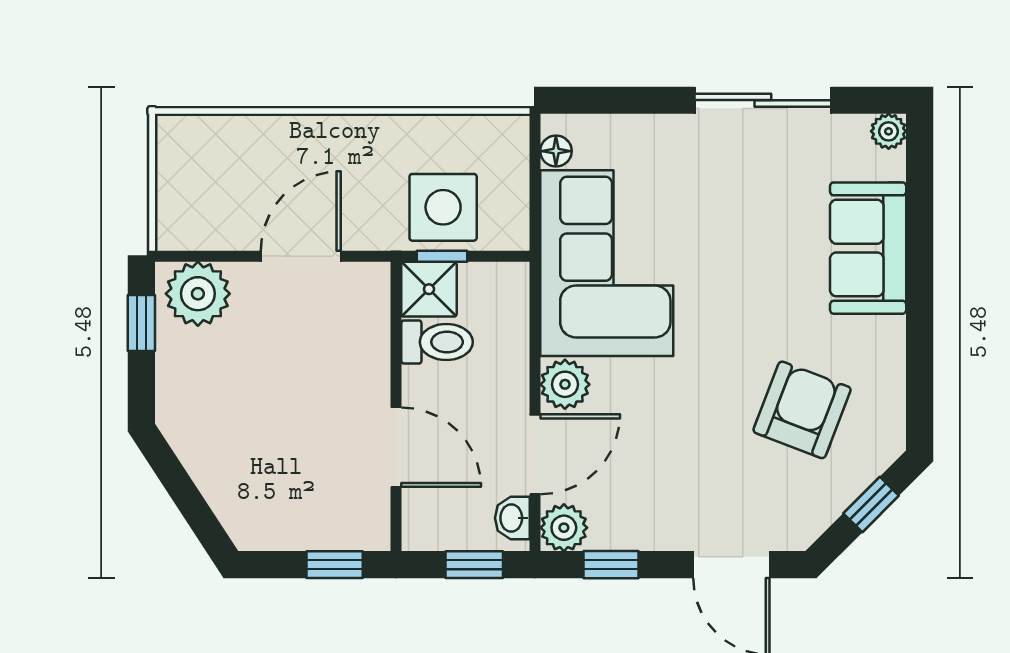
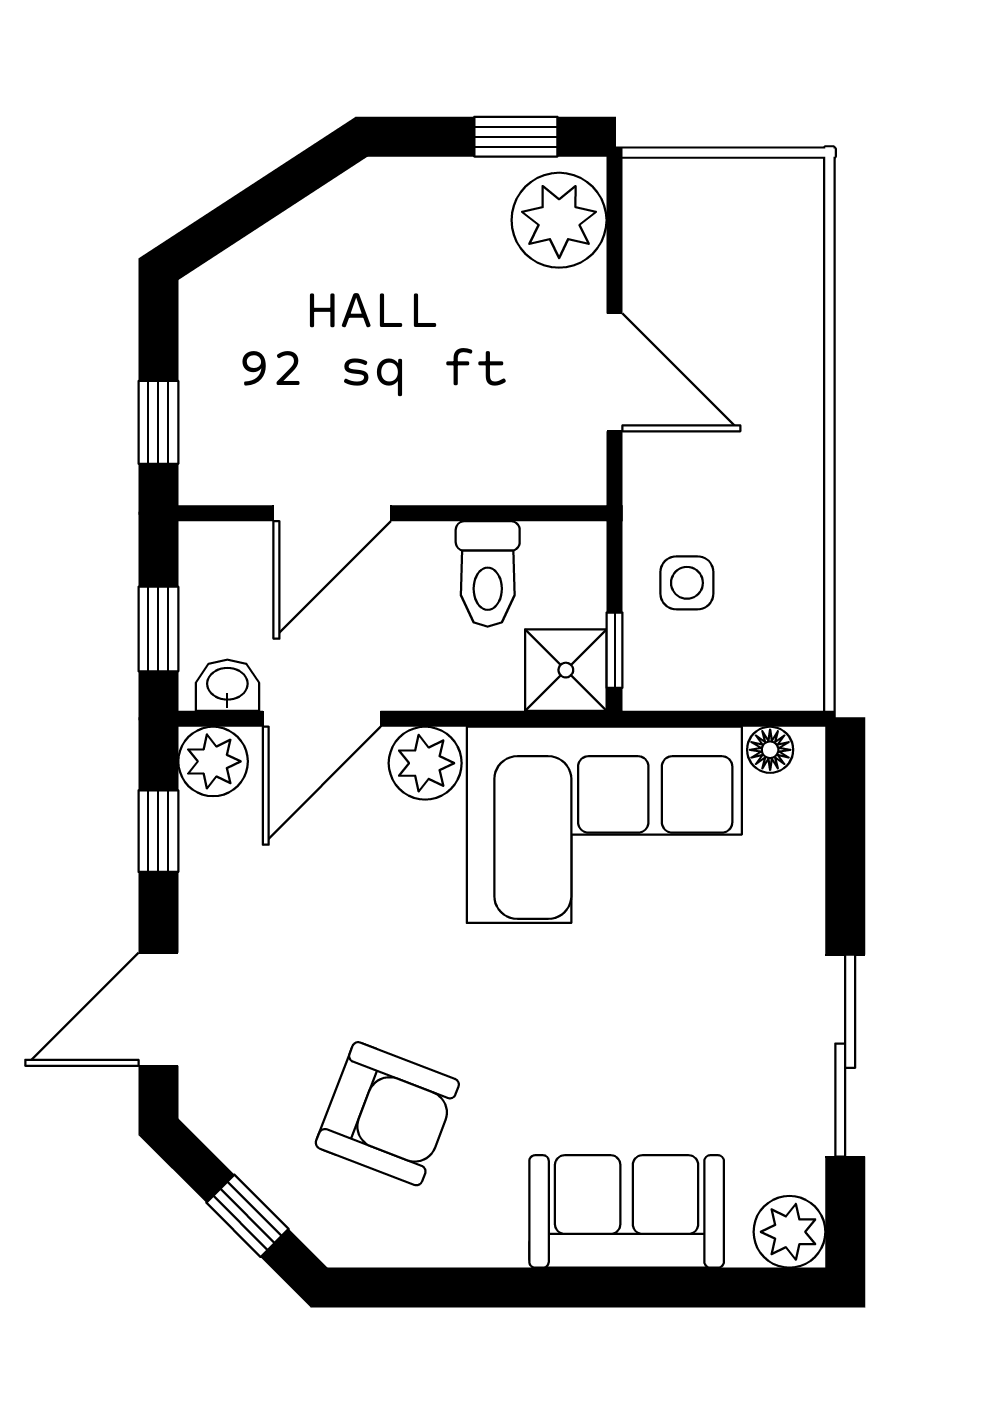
plant: (889, 131) -> (789, 1232), width x1.38, depth x1.38
side table: (443, 207) -> (687, 583), width x0.54, depth x0.54
window: (442, 256) -> (615, 650), moved
shower: (429, 289) -> (566, 670), moved
door: (535, 454) -> (322, 719), hinge flipped

